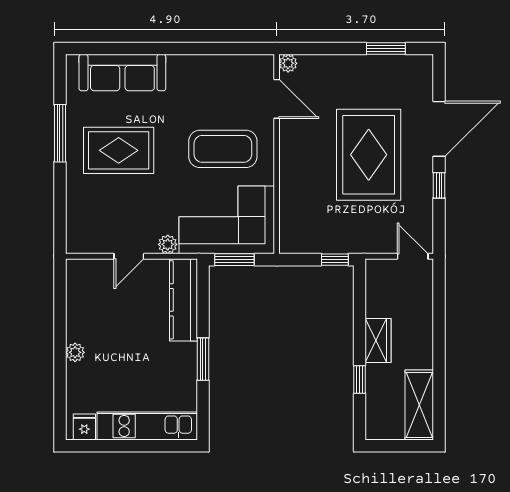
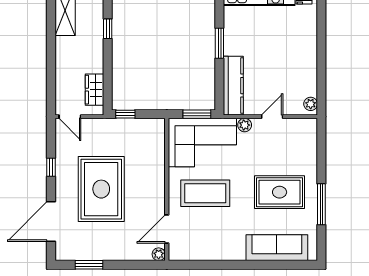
door: (277, 99) -> (167, 229), hinge flipped
door: (439, 129) -> (51, 222), moved
wardrobe: (378, 341) -> (95, 90), moved
plant: (75, 352) -> (311, 104), moved

